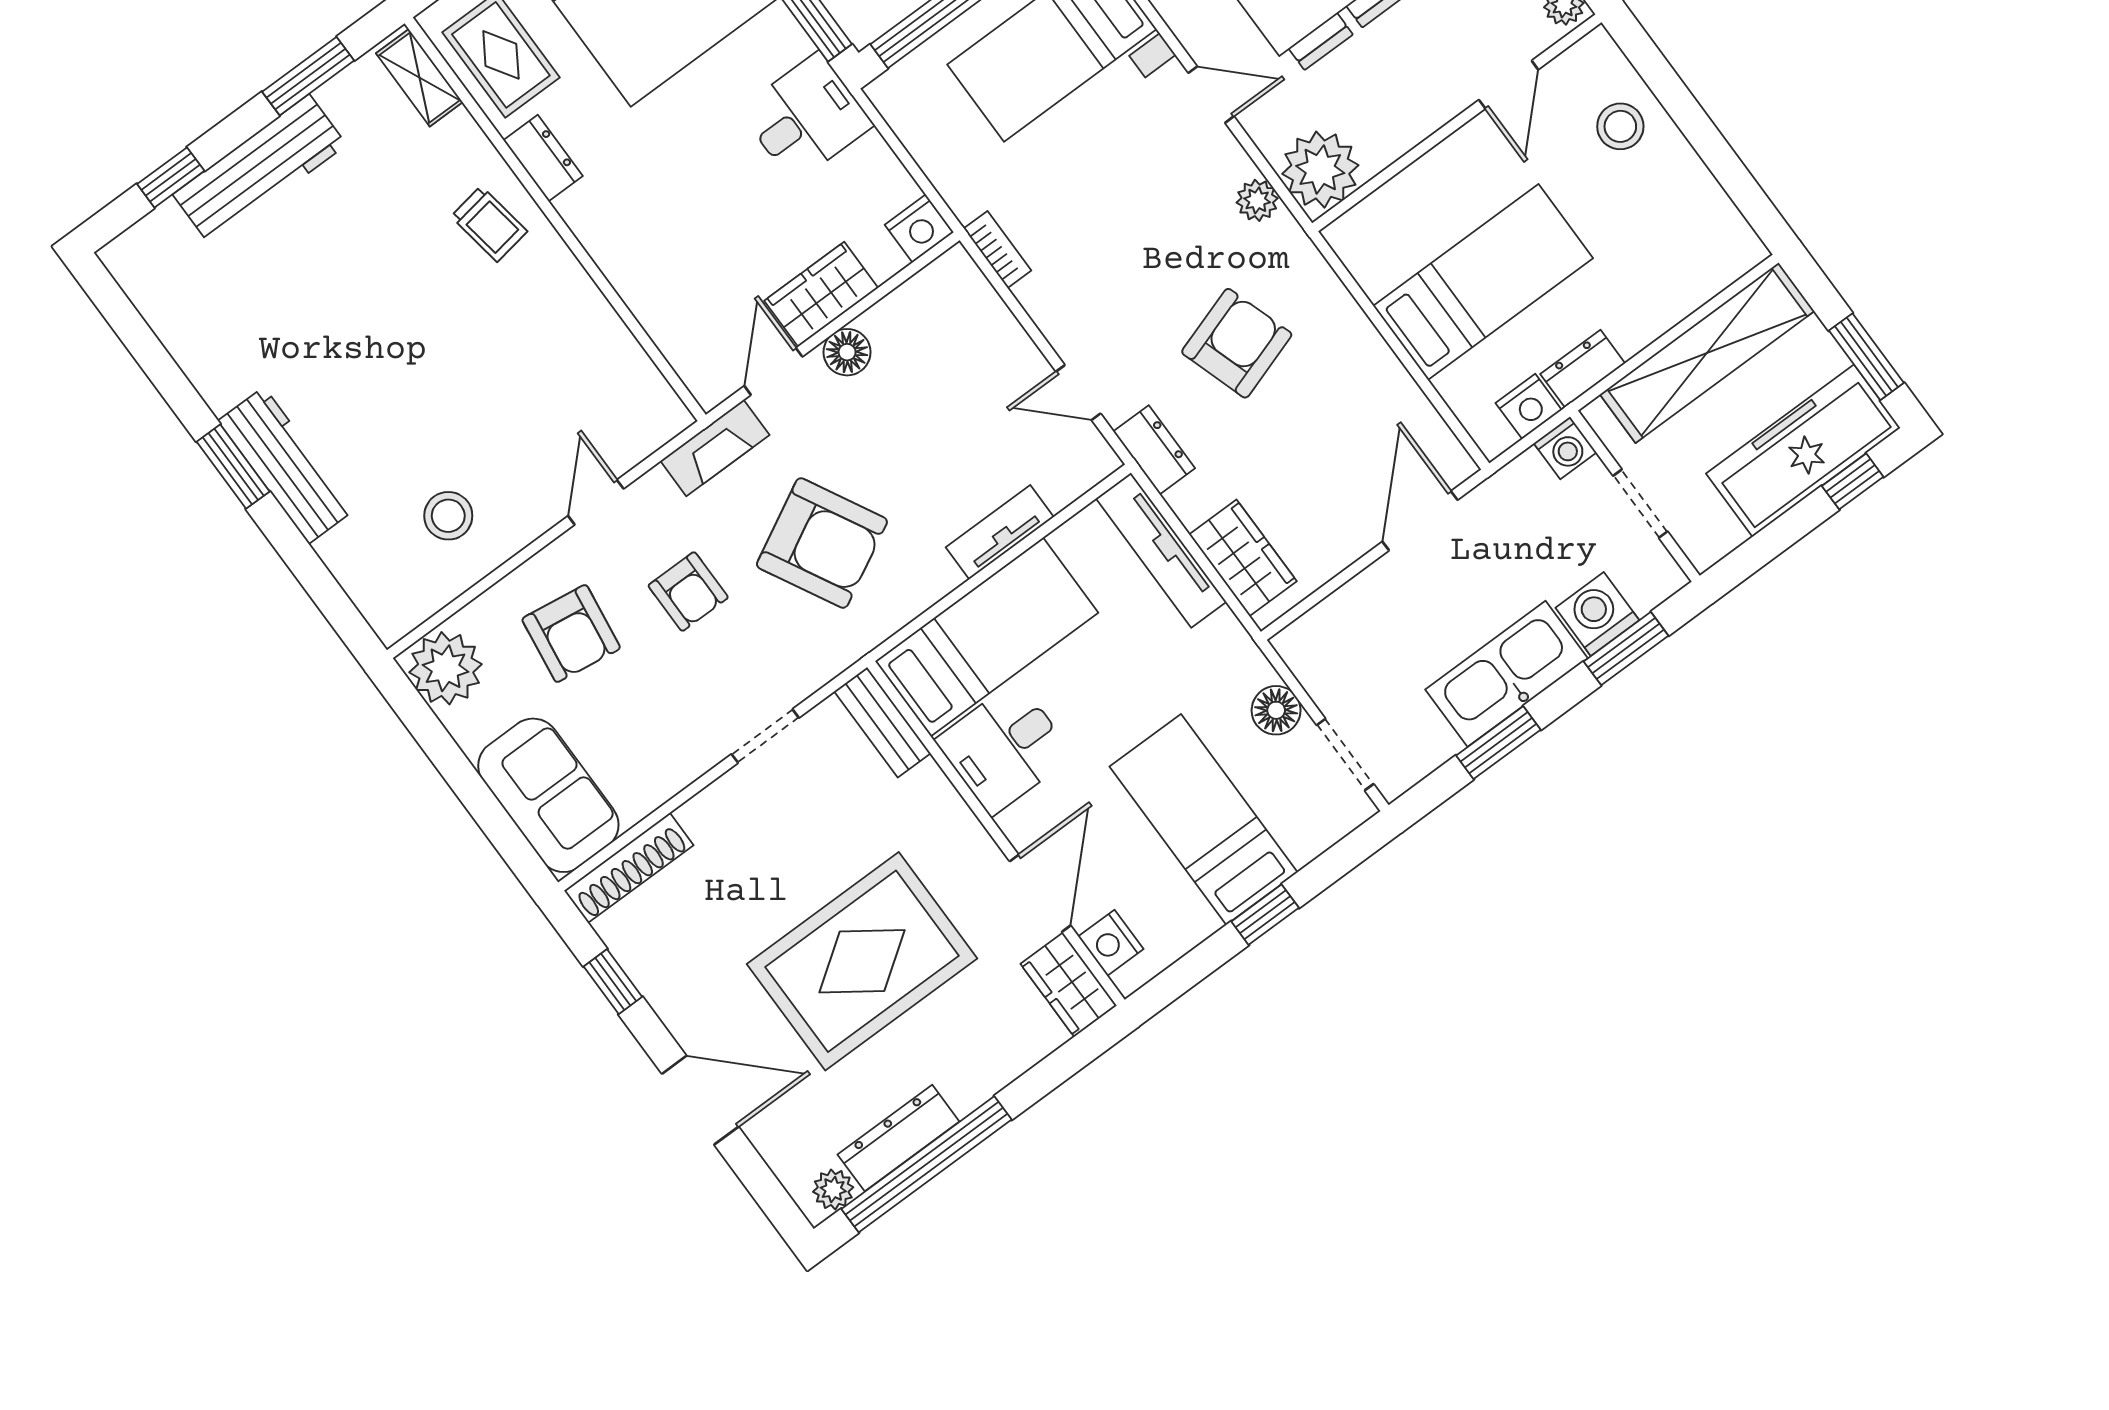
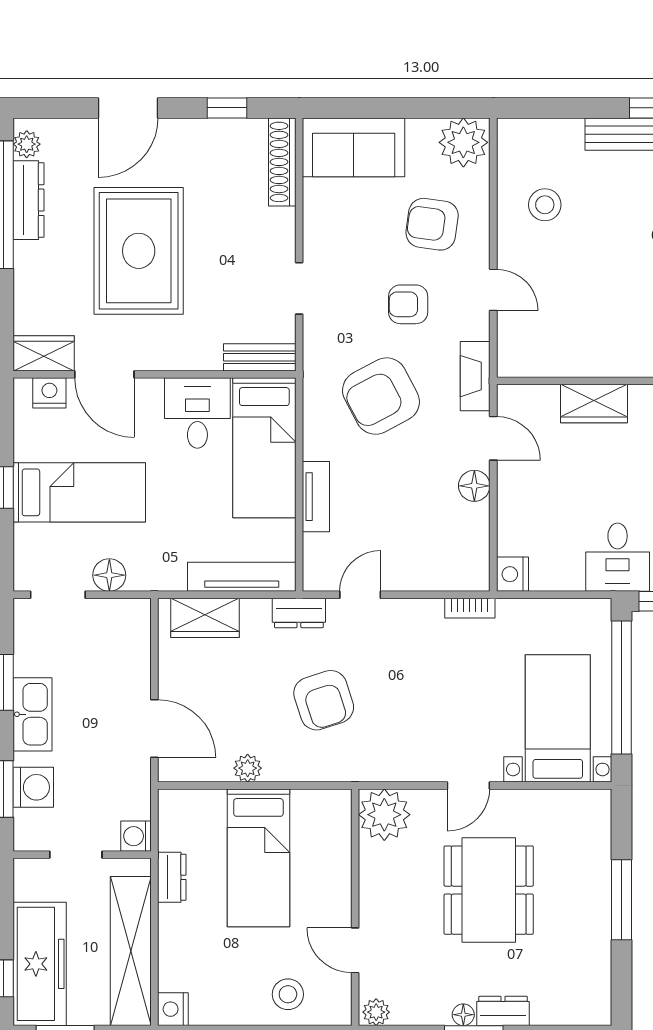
plant: (1257, 200) -> (248, 768), moved
wardrobe: (821, 294) -> (594, 404), moved, turned 90
nightstand: (1529, 406) -> (173, 1009), moved
kitchen sink: (1507, 674) -> (32, 714), width x0.73, depth x0.81

